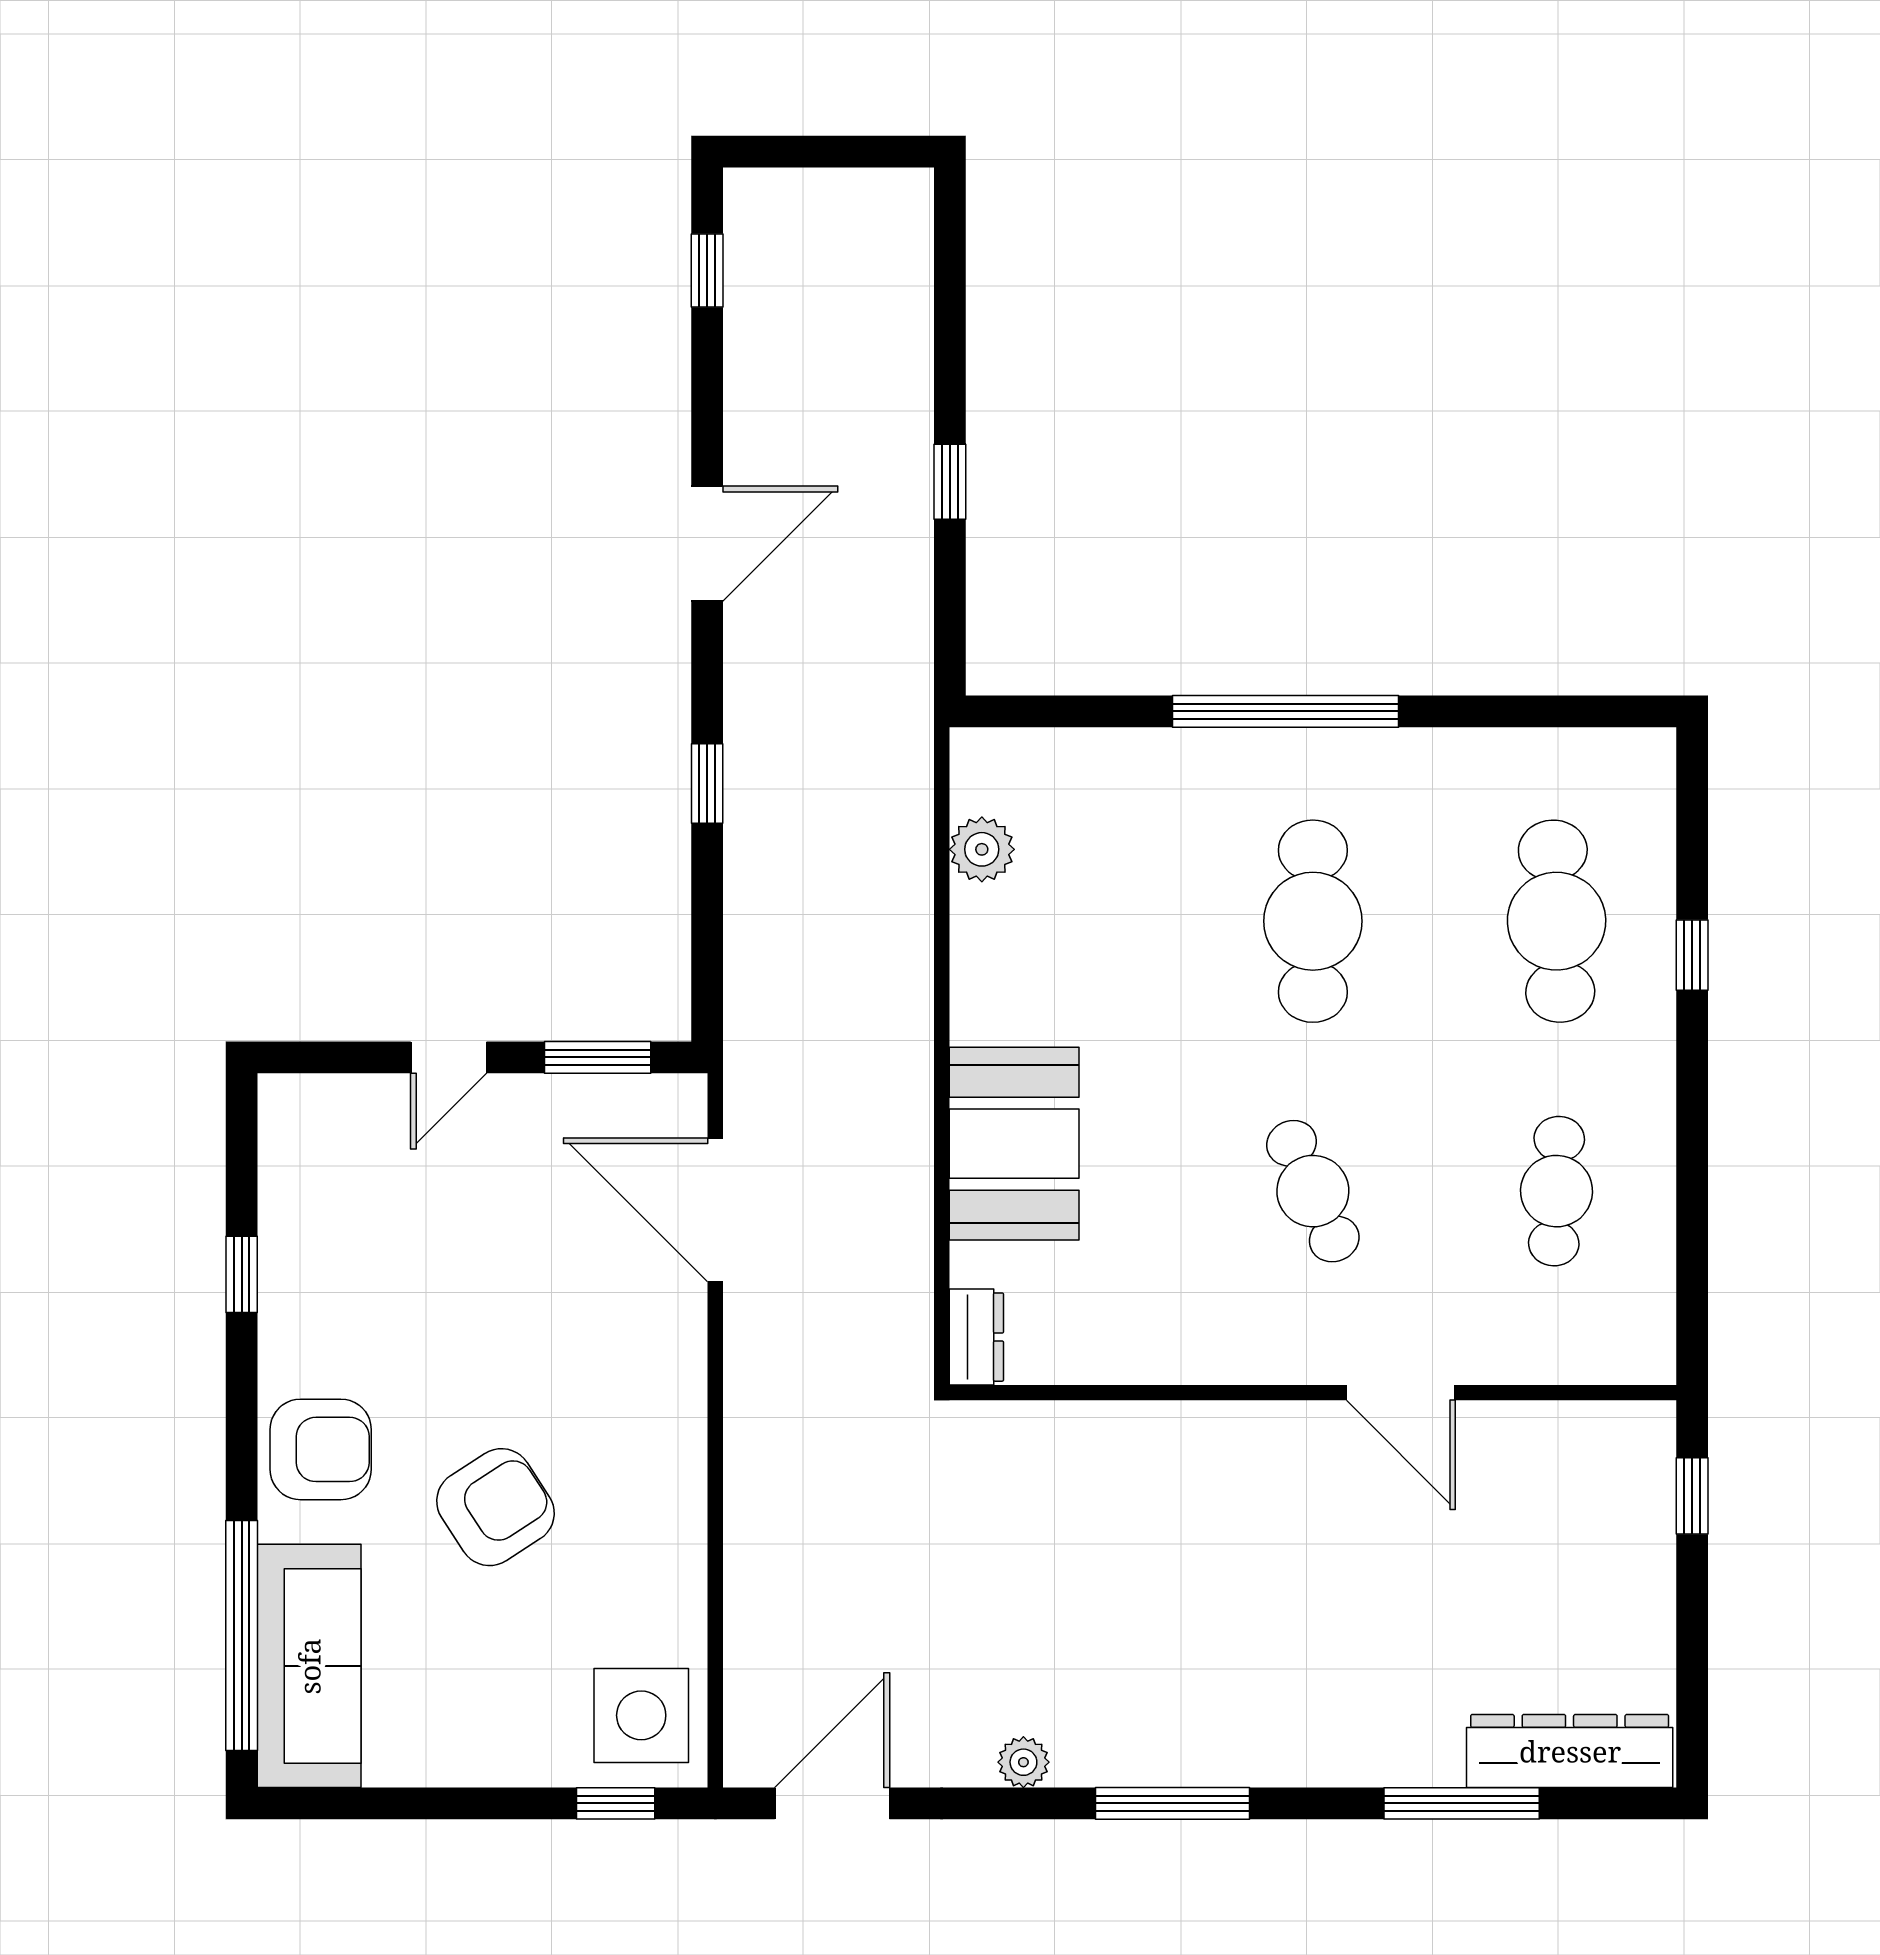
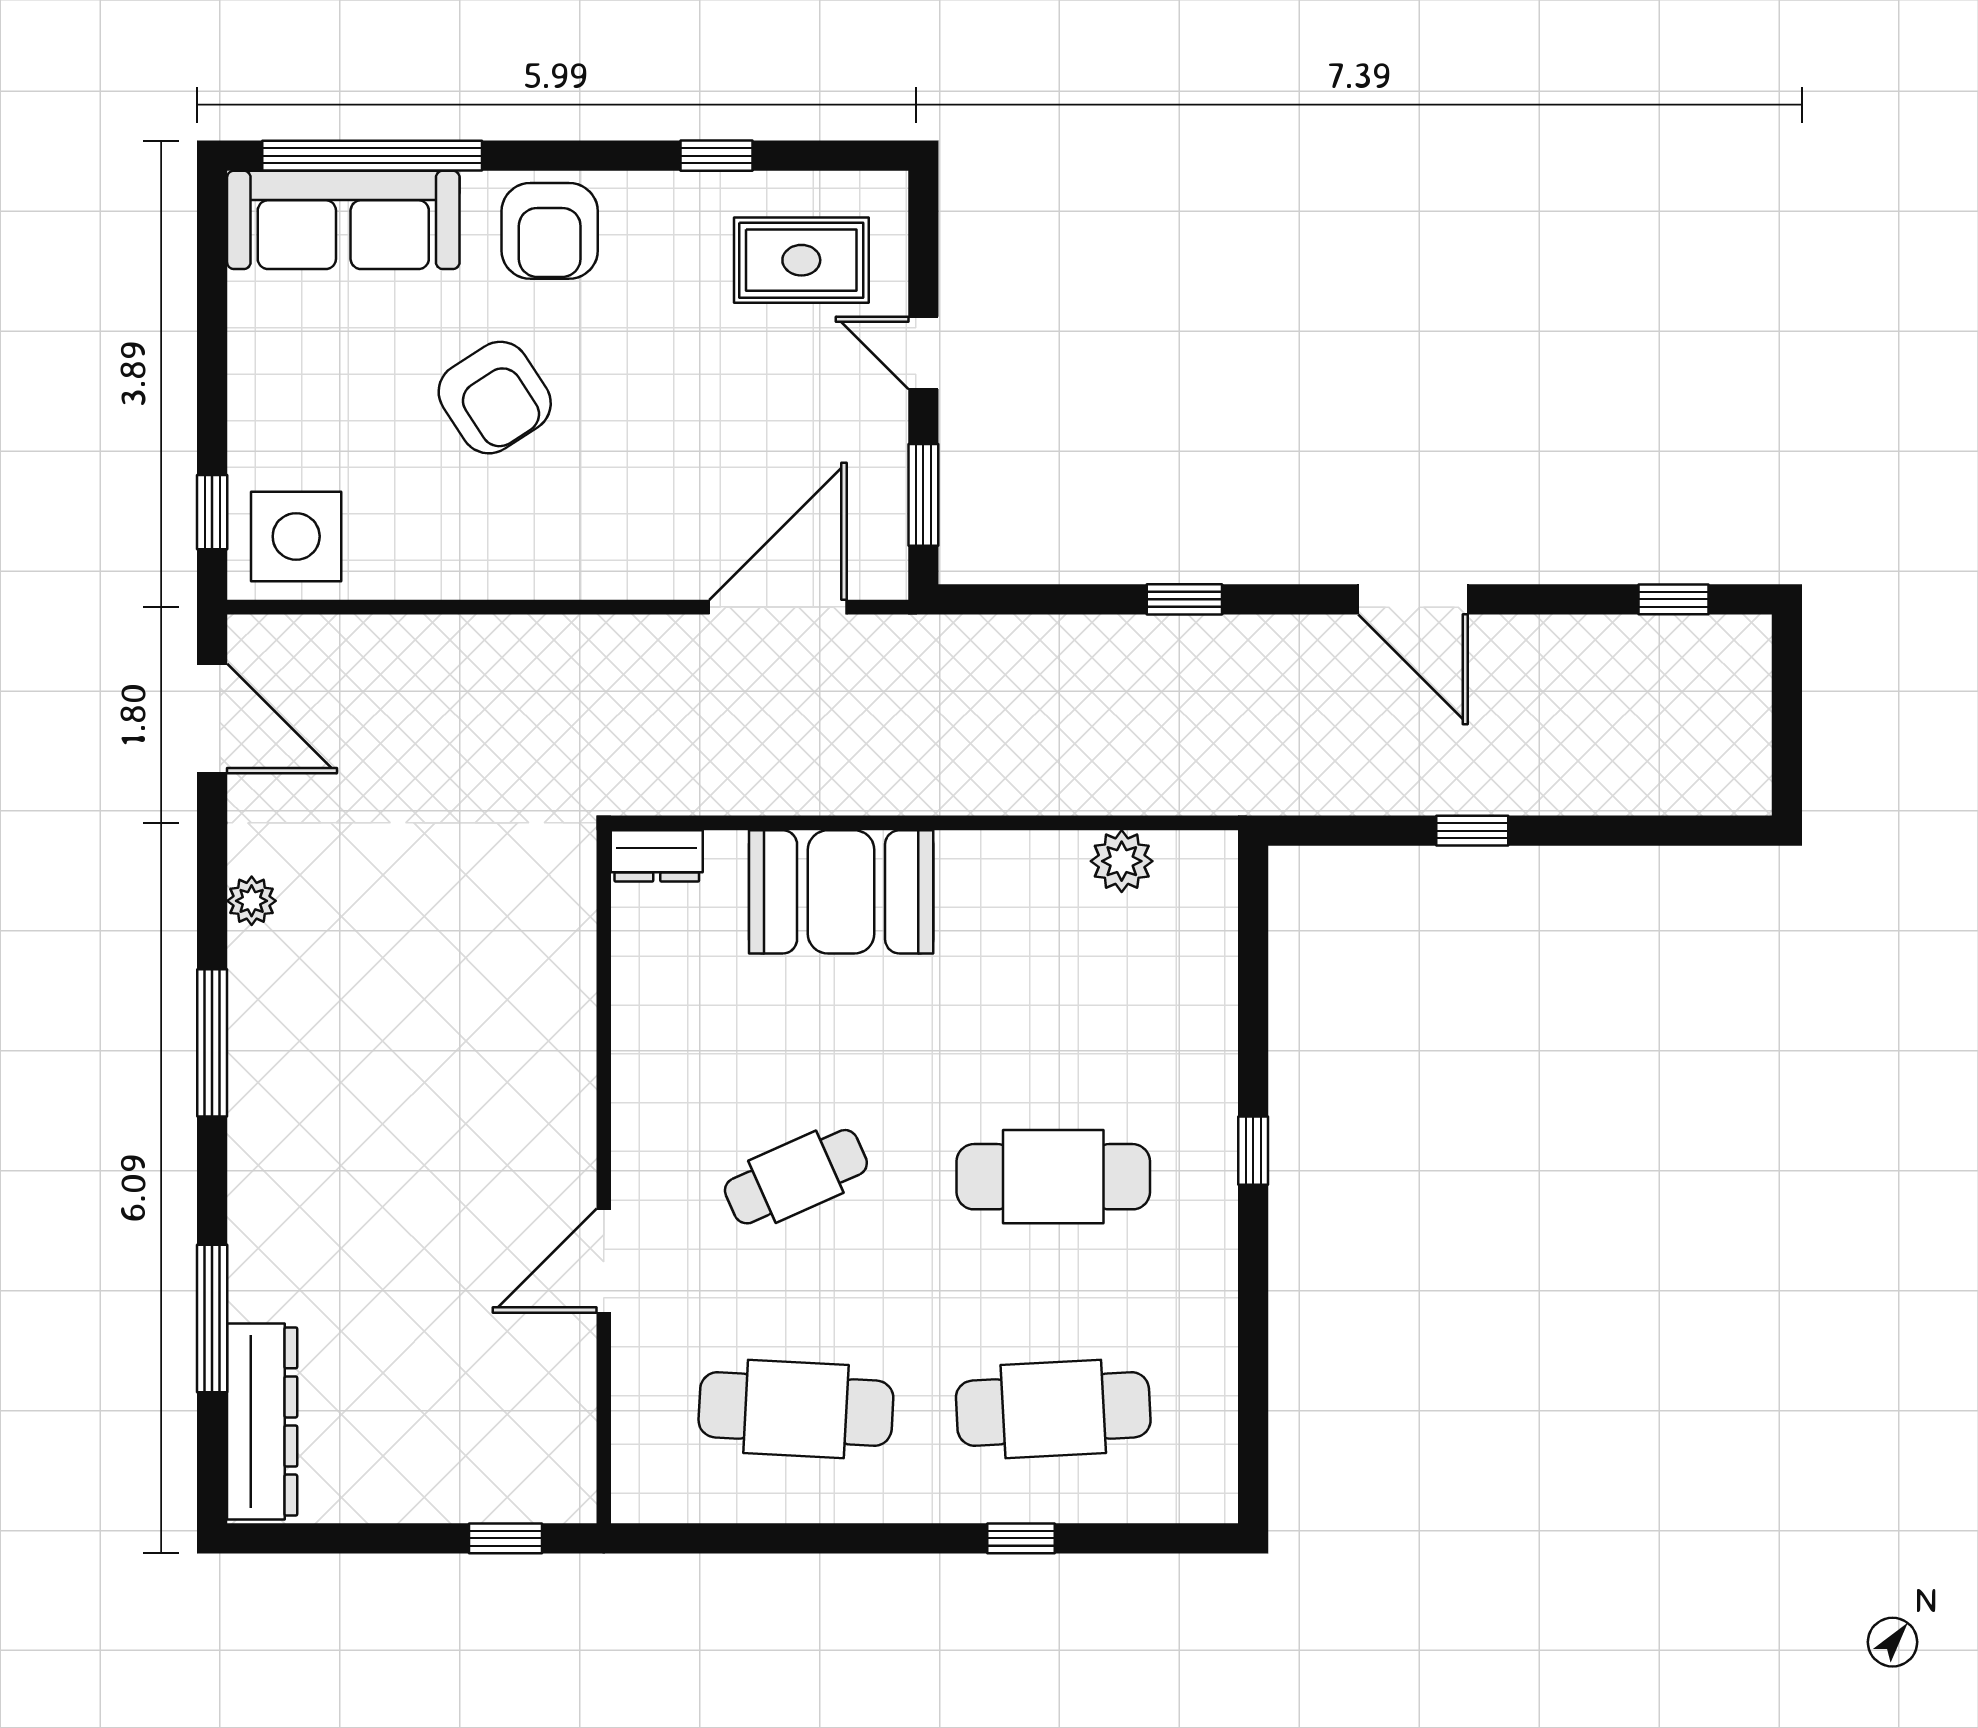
window: (1285, 711) -> (1253, 1151), width x0.32
rug: (351, 1185) -> (801, 260), added
cafe table: (1557, 1191) -> (796, 1409), width x1.37, depth x1.35

